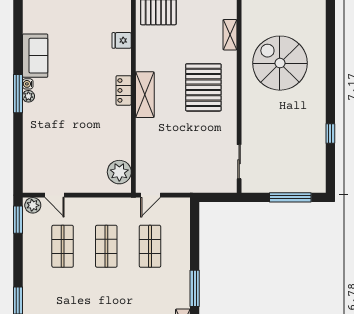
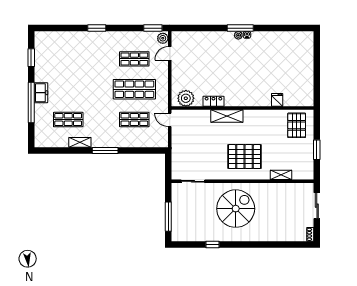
sofa: (35, 56) -> (266, 40), removed
spiral stairs: (280, 63) -> (236, 209), moved
locker: (124, 90) -> (213, 101), moved
shelving: (145, 95) -> (227, 116), moved
shop shelf: (106, 246) -> (134, 89), width x1.43, depth x1.36

